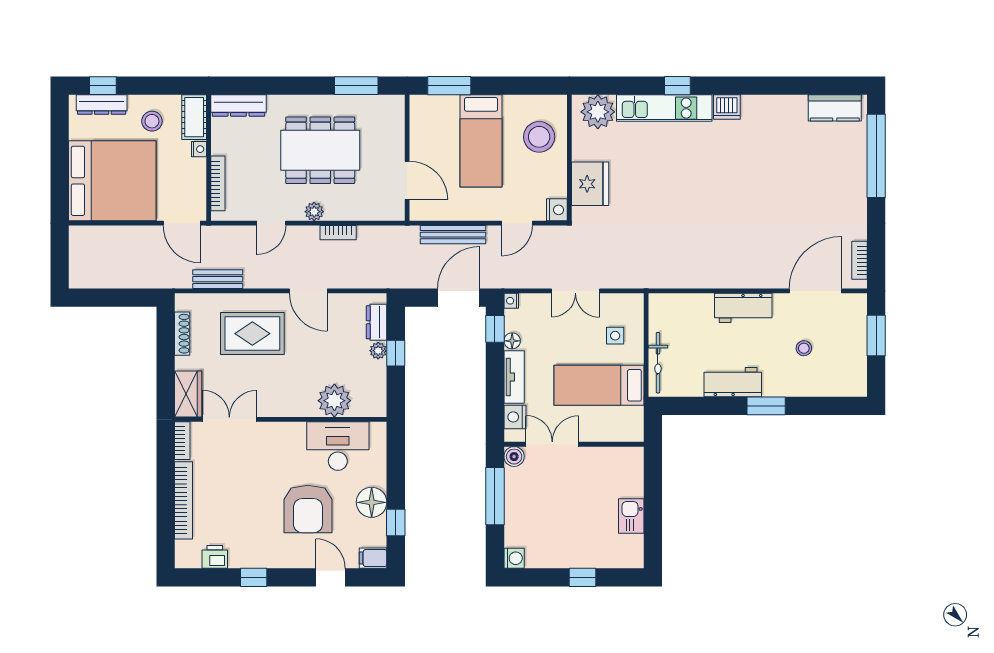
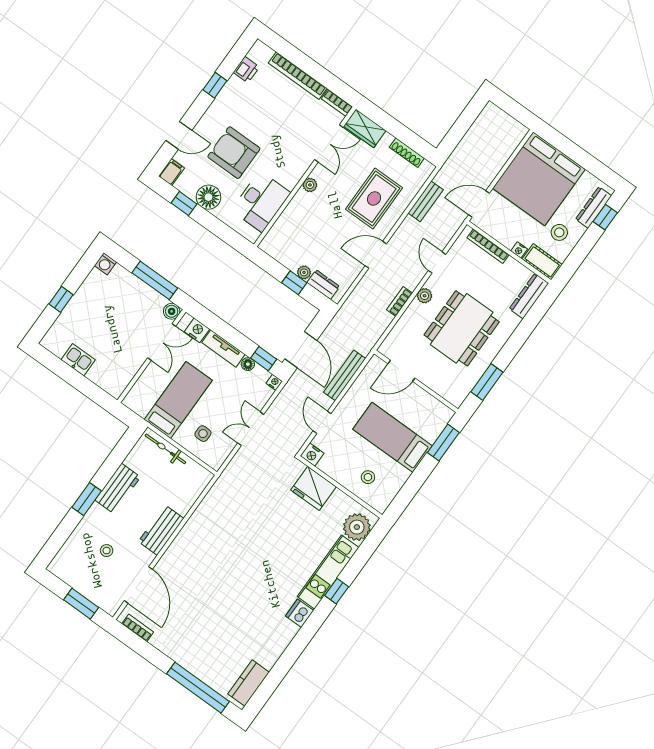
stool: (539, 137) -> (368, 477), width x0.53, depth x0.53
plant: (334, 401) -> (310, 185), moved, width x0.53, depth x0.53

